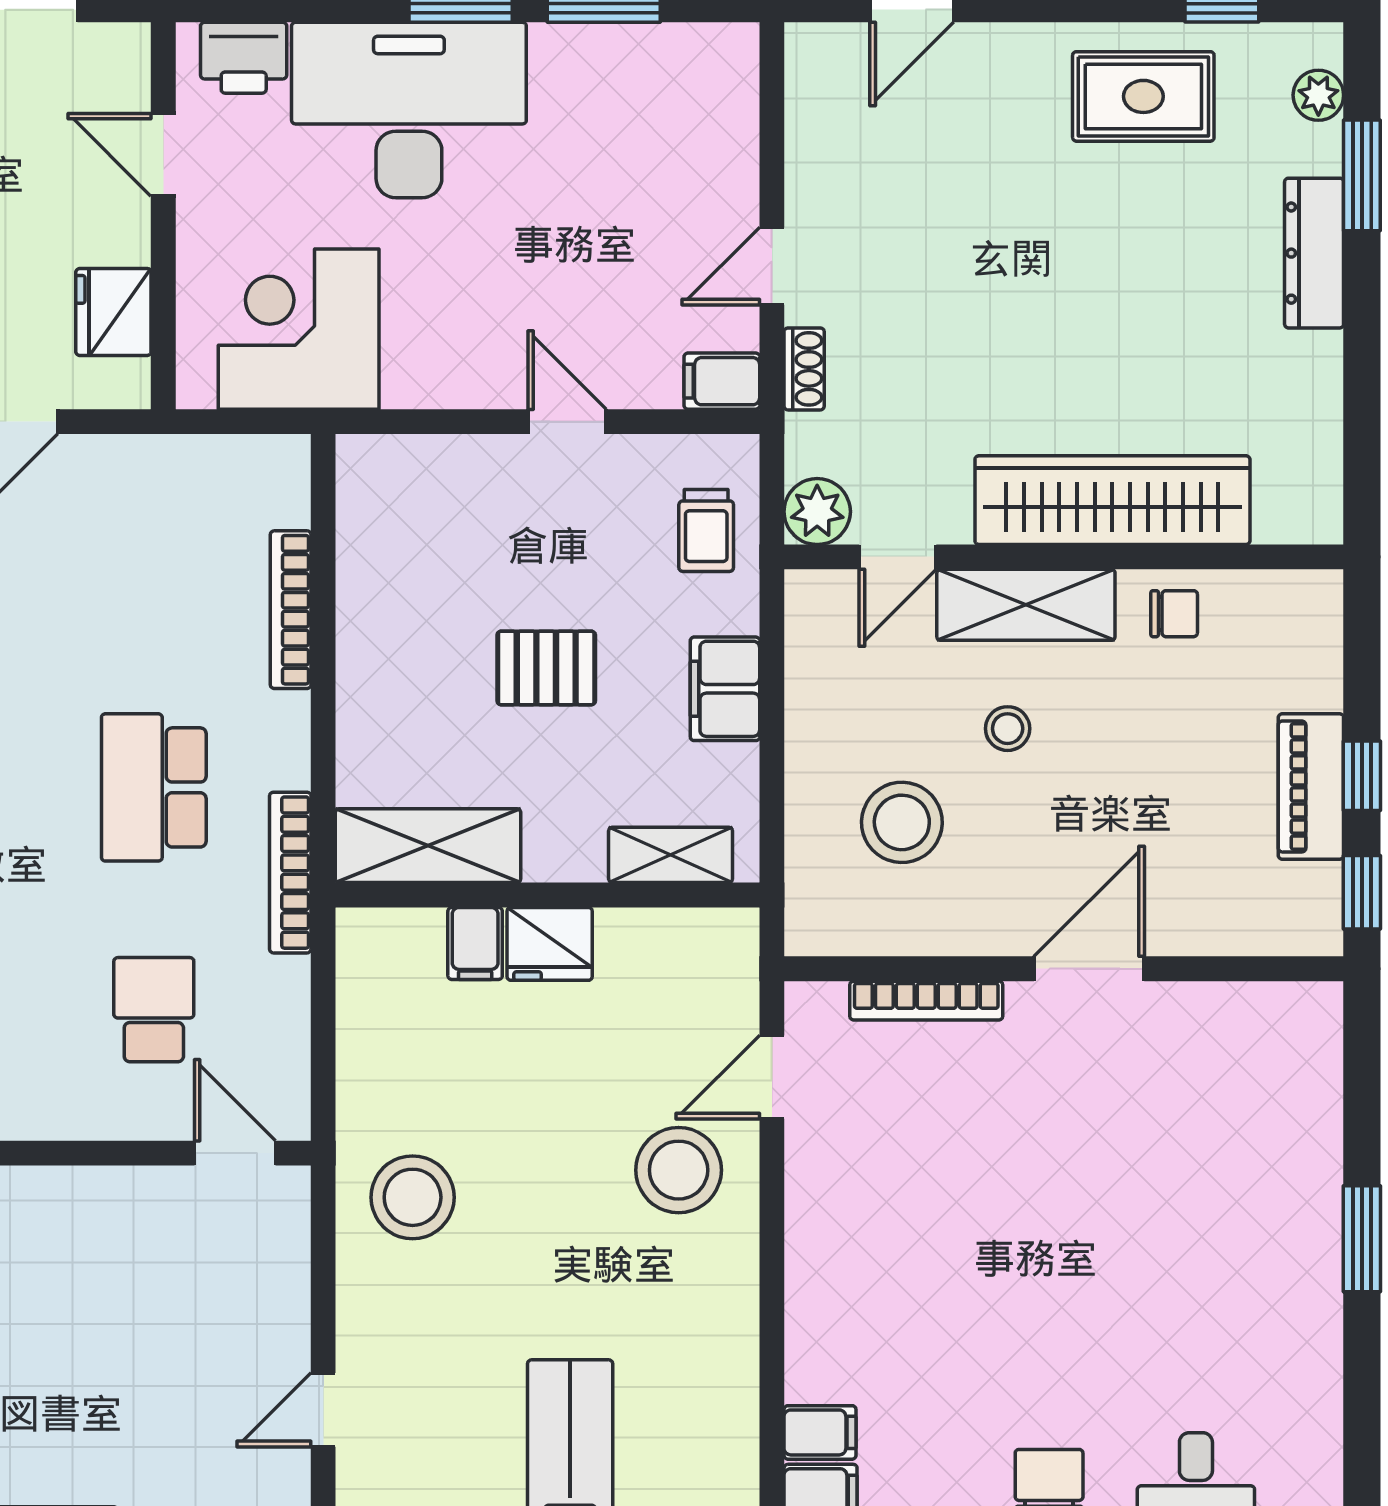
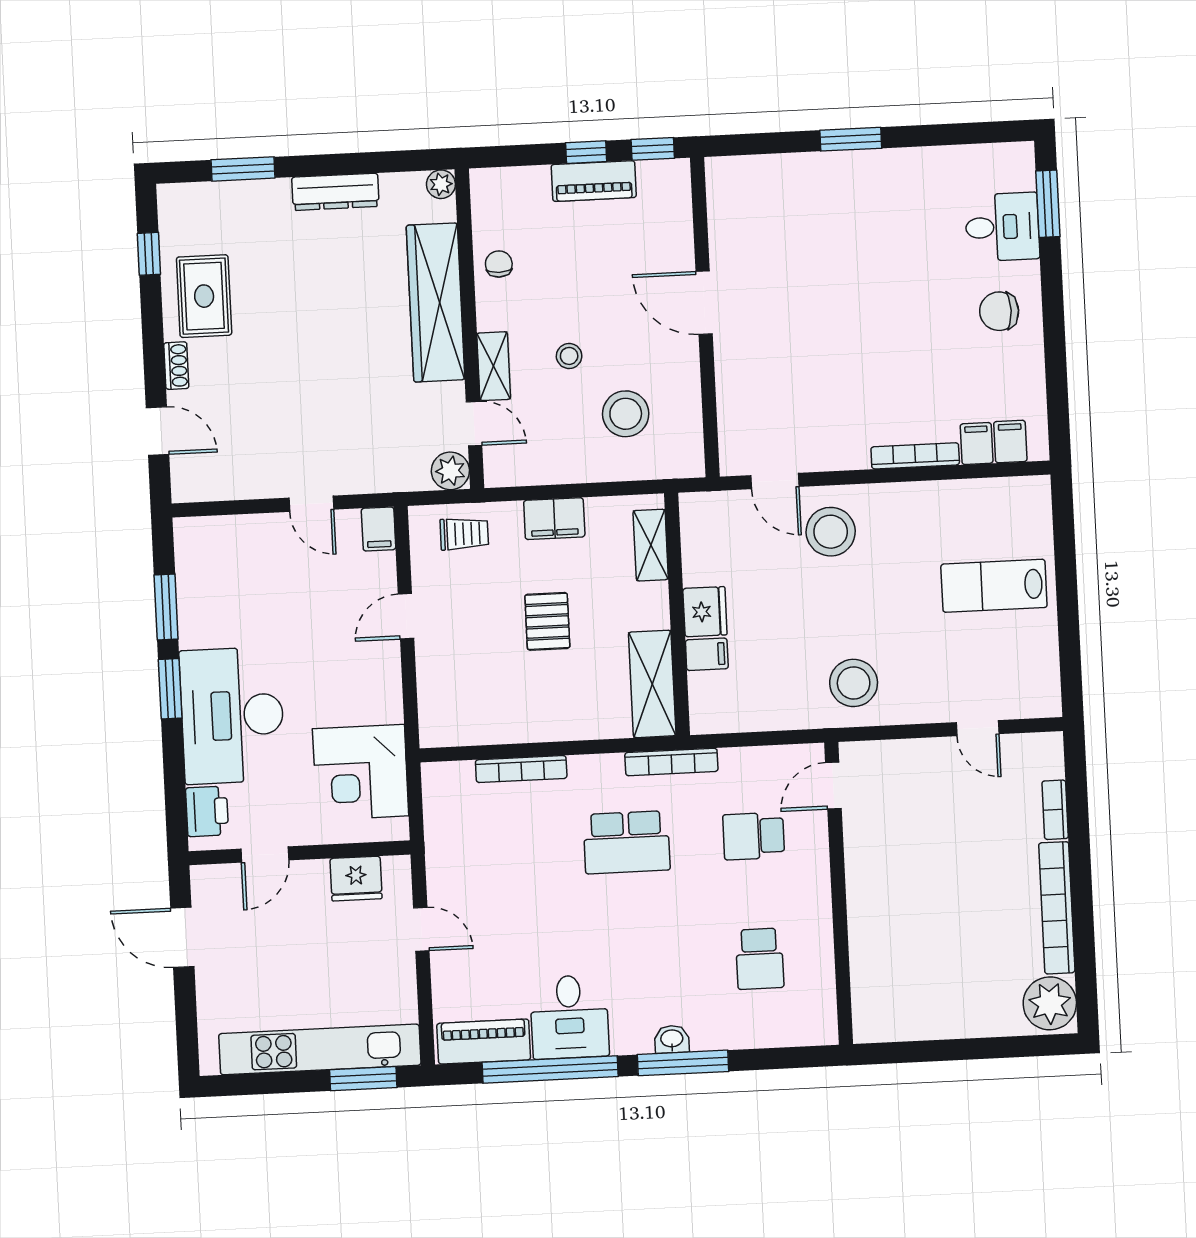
plant: (1318, 95) -> (441, 184), moved
dresser: (1314, 253) -> (335, 192), moved
shoe rack: (804, 369) -> (176, 366), moved, turned 90
shelving: (1026, 605) -> (494, 366), width x0.67, depth x0.75
bookcase: (926, 1001) -> (915, 456), moved, turned -90

